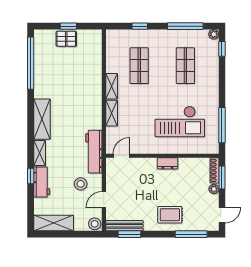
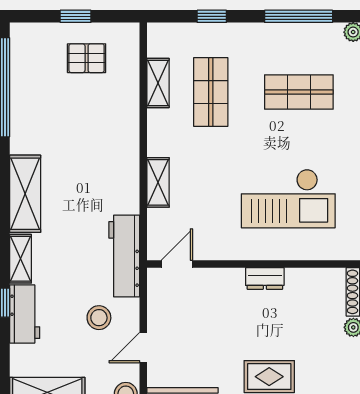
pallet: (66, 39) -> (87, 58), moved
shop shelf: (185, 66) -> (299, 92), turned 90
shelving: (112, 86) -> (158, 83), moved

